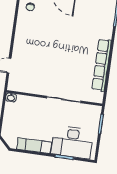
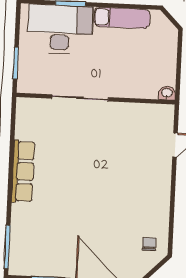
row of seats: (102, 65) -> (23, 171), width x0.73

